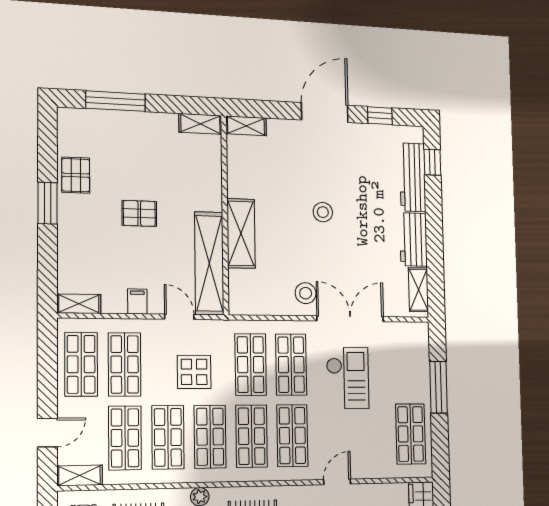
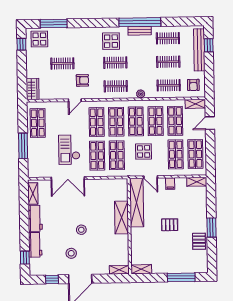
workbench: (413, 177) -> (35, 245), width x0.73
stool: (306, 293) -> (71, 253), moved

